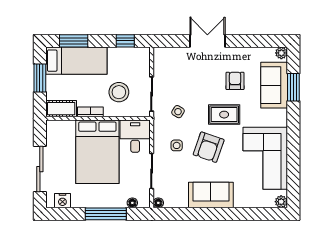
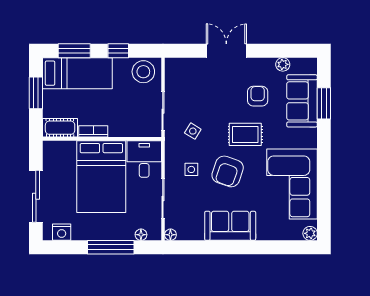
window: (125, 41) -> (118, 51), moved
plant: (281, 53) -> (283, 64), moved
stool: (119, 92) -> (143, 72), moved

